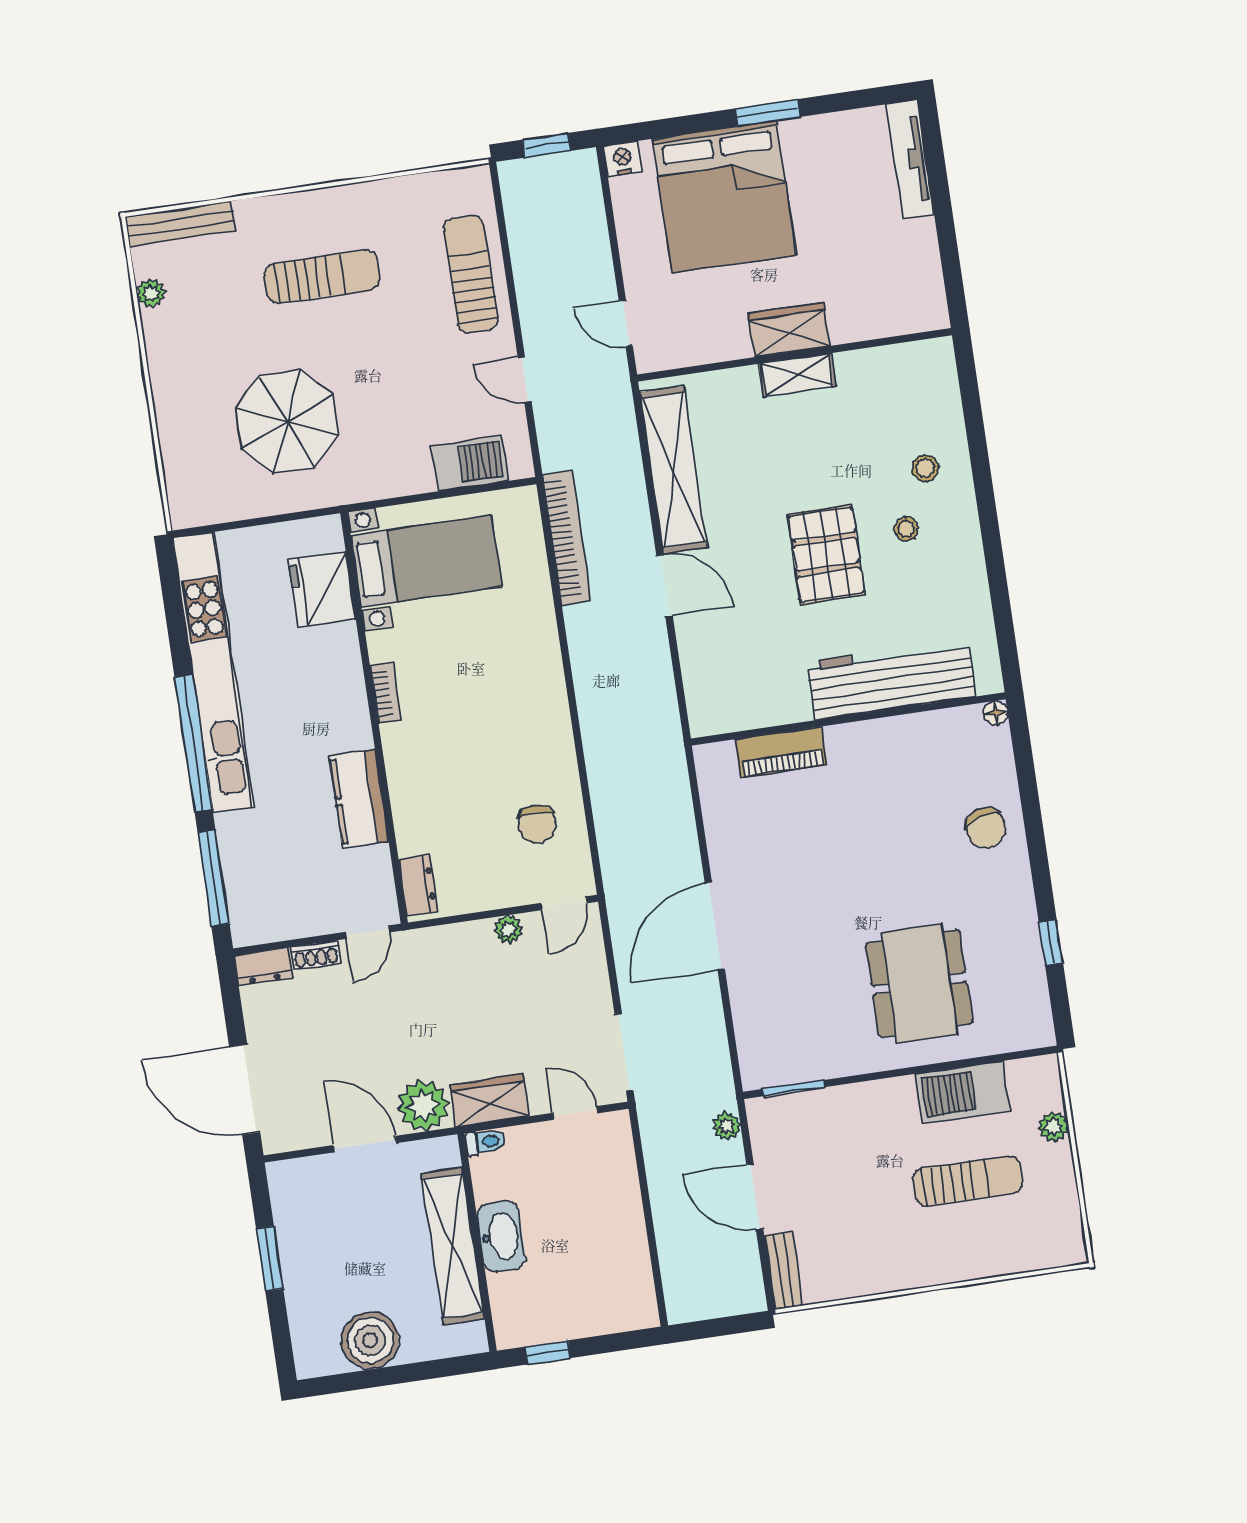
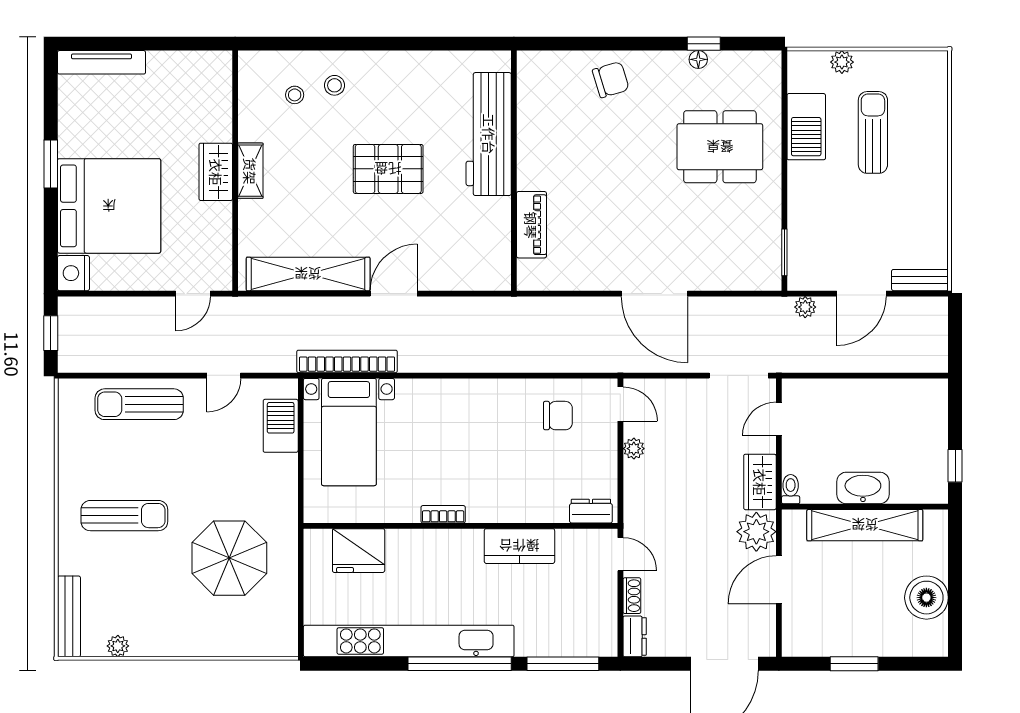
nightstand: (623, 159) -> (73, 273), width x1.36, depth x1.33
sun lounger: (322, 277) -> (124, 516), turned 90
stool: (906, 529) -> (295, 95), moved
bed with nightstands: (426, 561) -> (349, 432), moved, turned 180
floor lamp: (996, 713) -> (698, 59), moved

